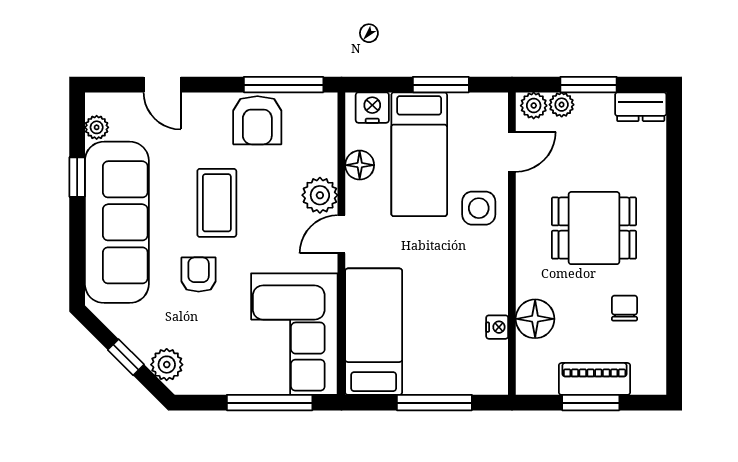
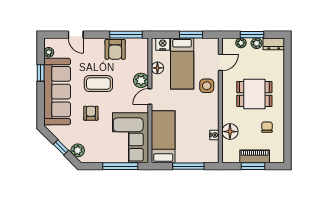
plant: (534, 106) -> (257, 43), moved
coffee table: (217, 203) -> (98, 84), turned 90

